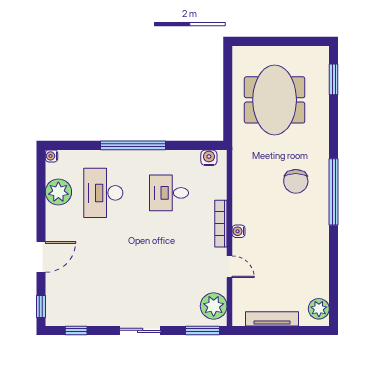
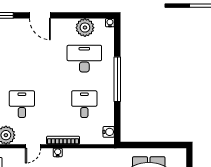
desk: (169, 283) -> (22, 104), added

